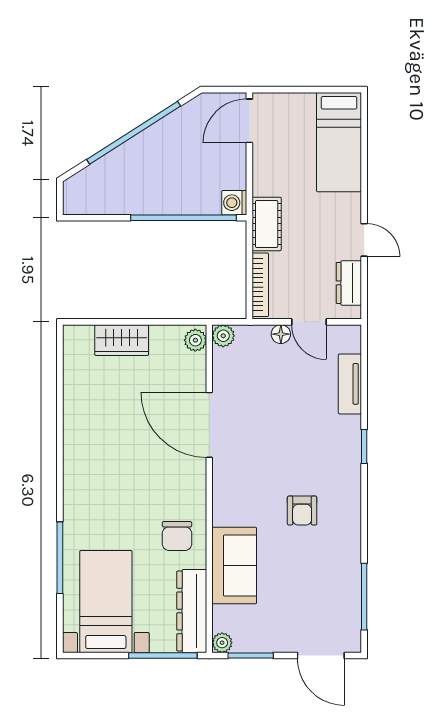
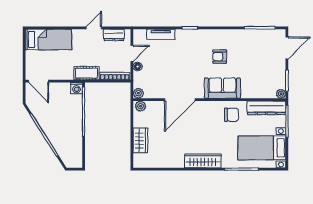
wardrobe: (78, 474) -> (203, 161), added
armchair: (302, 511) -> (220, 57), turned 180
sofa: (234, 566) -> (222, 88), moved

